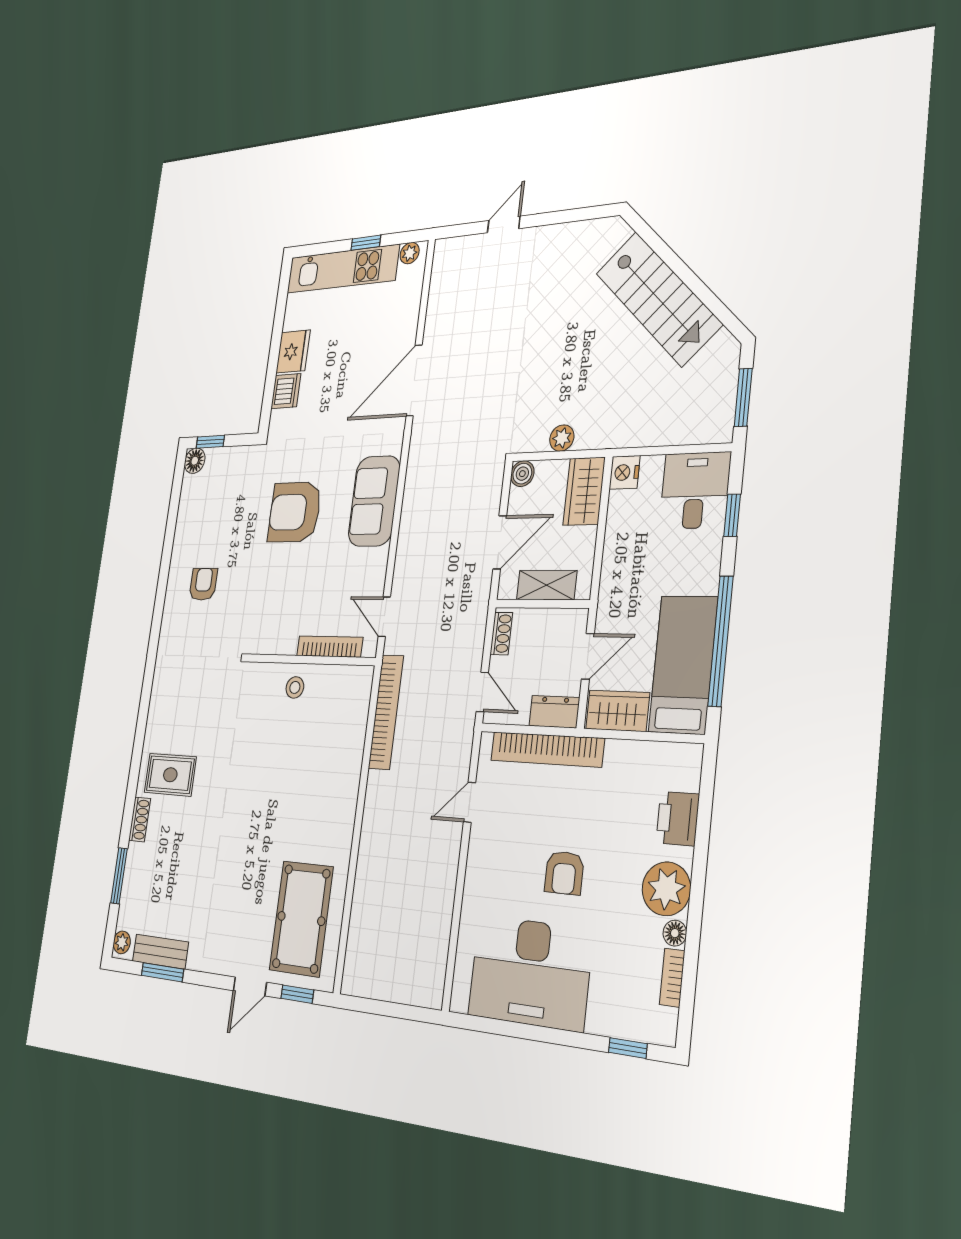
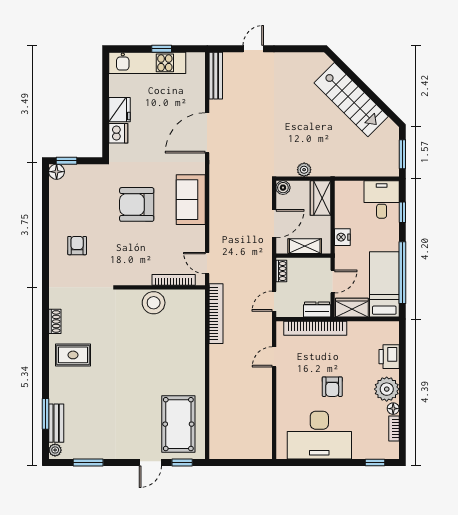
plant: (410, 253) -> (193, 58), removed
bench: (440, 279) -> (216, 76), added
nightstand: (625, 472) -> (342, 237), moved
stool: (295, 687) -> (154, 303), width x1.89, depth x1.89
door: (482, 692) -> (274, 301), swing flipped
shoe rack: (140, 819) -> (55, 321), moved
bench: (160, 952) -> (56, 423), moved, turned 90

